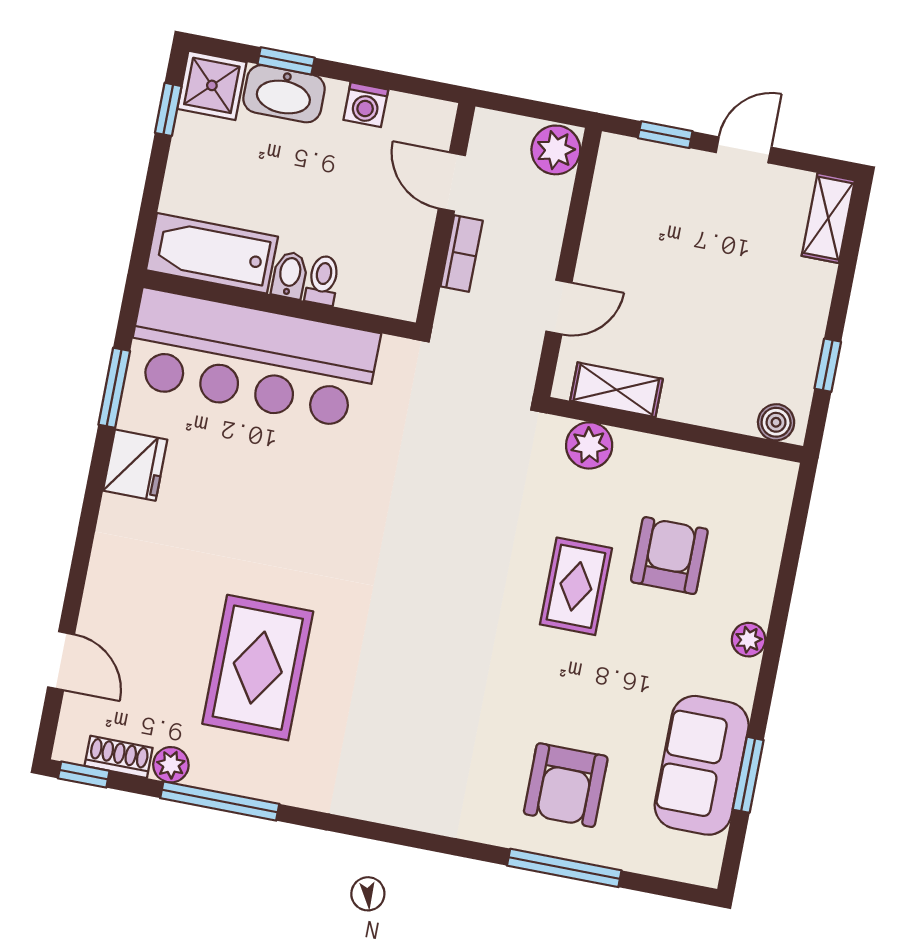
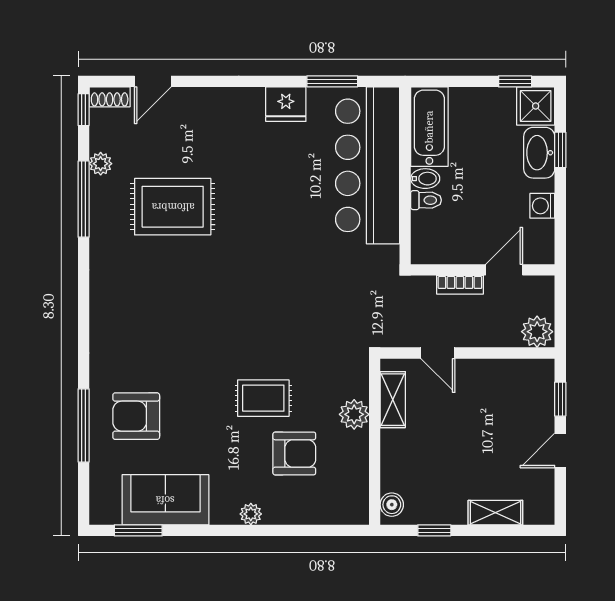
door: (744, 150) -> (560, 451), swing flipped
shelving: (828, 218) -> (495, 513), moved
plant: (589, 445) -> (354, 414), moved
shoe rack: (119, 757) -> (110, 97), moved, turned 90
window: (748, 775) -> (138, 530), moved

